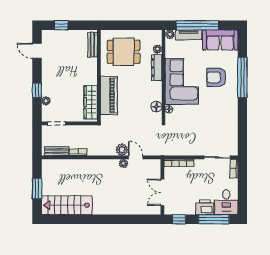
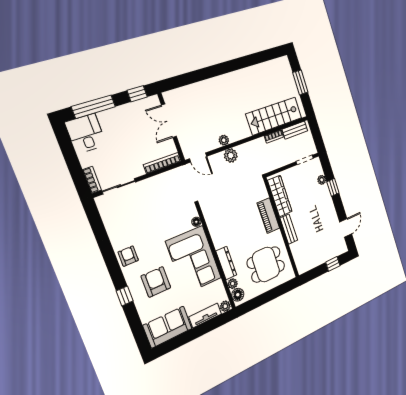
window: (197, 25) -> (200, 331), removed
bench: (92, 45) -> (289, 229), moved
door: (37, 51) -> (346, 228), hinge flipped
armchair: (216, 77) -> (156, 282), turned -90
window: (242, 77) -> (125, 296), width x0.32
piano: (109, 95) -> (268, 216), width x0.73, depth x0.75
armchair: (229, 105) -> (128, 256), added
floor lamp: (156, 107) -> (238, 295), moved
door: (136, 157) -> (198, 157), moved
double door: (162, 192) -> (169, 121), swing flipped
stairs: (67, 205) -> (274, 116), moved, turned 180
printer: (205, 207) -> (111, 118), removed

